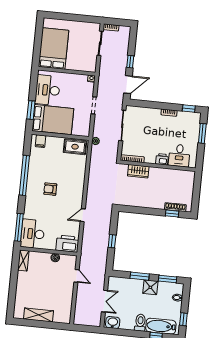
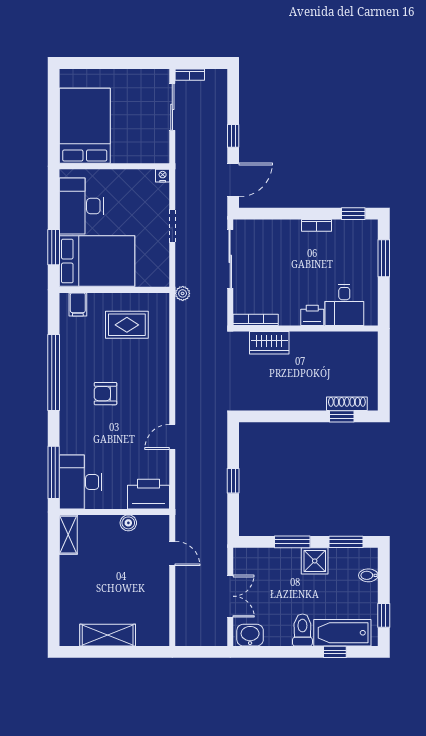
rug: (75, 147) -> (127, 325), moved

